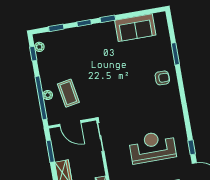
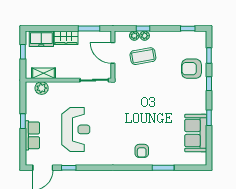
window: (108, 19) -> (209, 118), moved
armchair: (72, 43) -> (192, 69), added
plant: (39, 47) -> (134, 36), moved
window: (41, 98) -> (143, 29), width x0.32
door: (70, 123) -> (113, 53), hinge flipped

